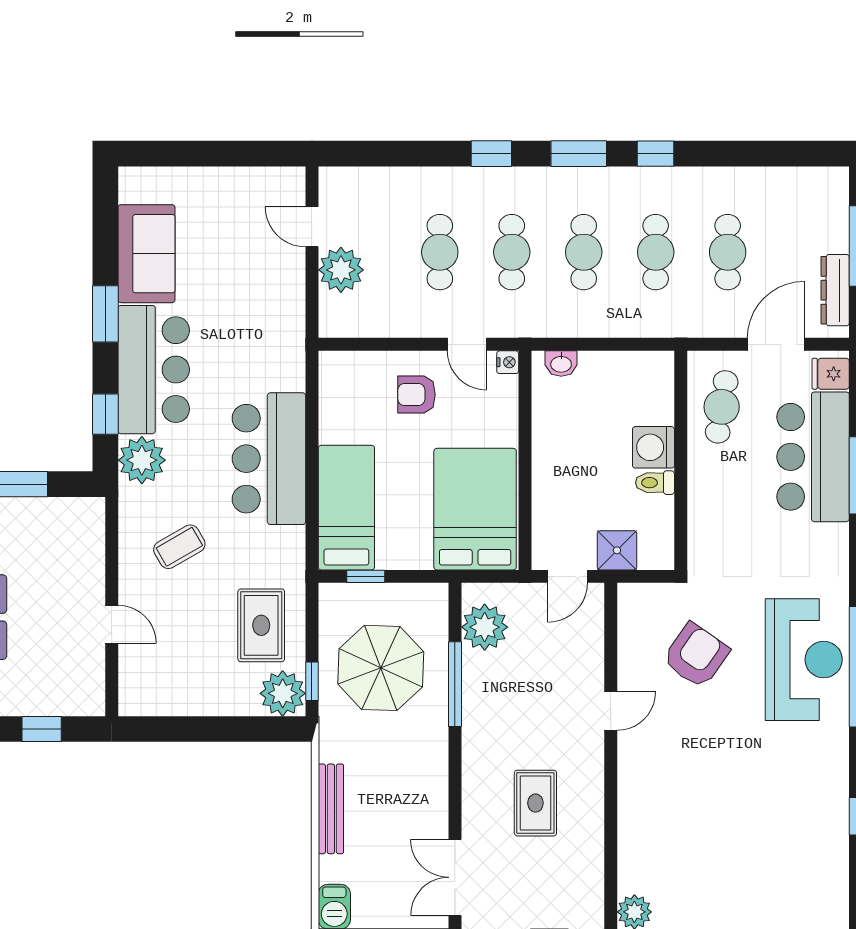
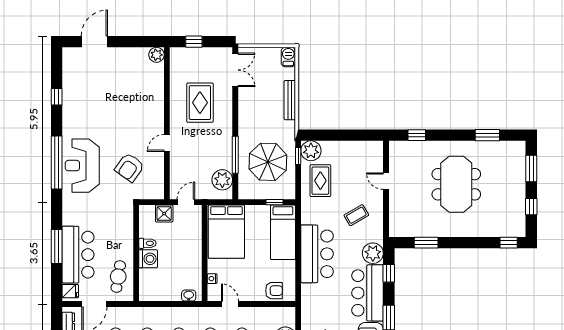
nightstand: (508, 362) -> (212, 279), moved
armchair: (417, 395) -> (274, 291), moved
rug: (535, 803) -> (200, 103), width x1.36, depth x1.43

